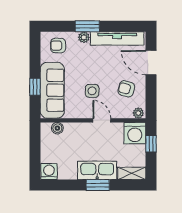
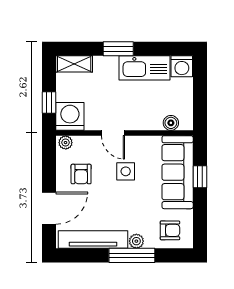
window: (87, 26) -> (132, 255), width x1.44
door: (151, 63) -> (49, 208), hinge flipped
armchair: (126, 89) -> (81, 174), turned 75
kitchen sink: (97, 170) -> (144, 68), moved

